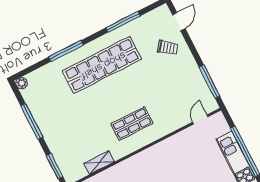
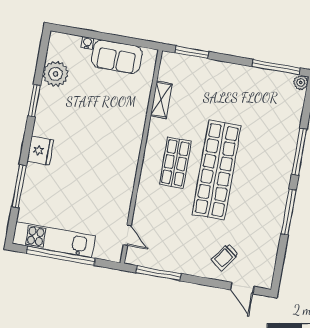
window: (123, 22) -> (288, 212), moved
shop shelf: (102, 65) -> (217, 170), moved
window: (32, 121) -> (276, 67), moved

